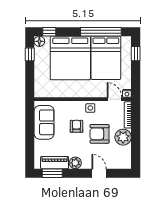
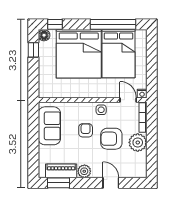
window: (136, 54) -> (152, 49), removed

